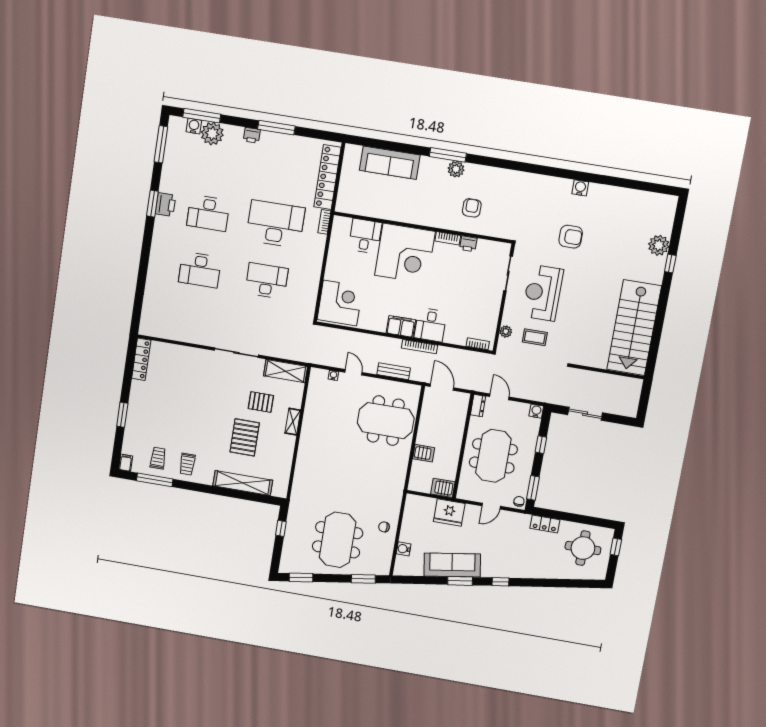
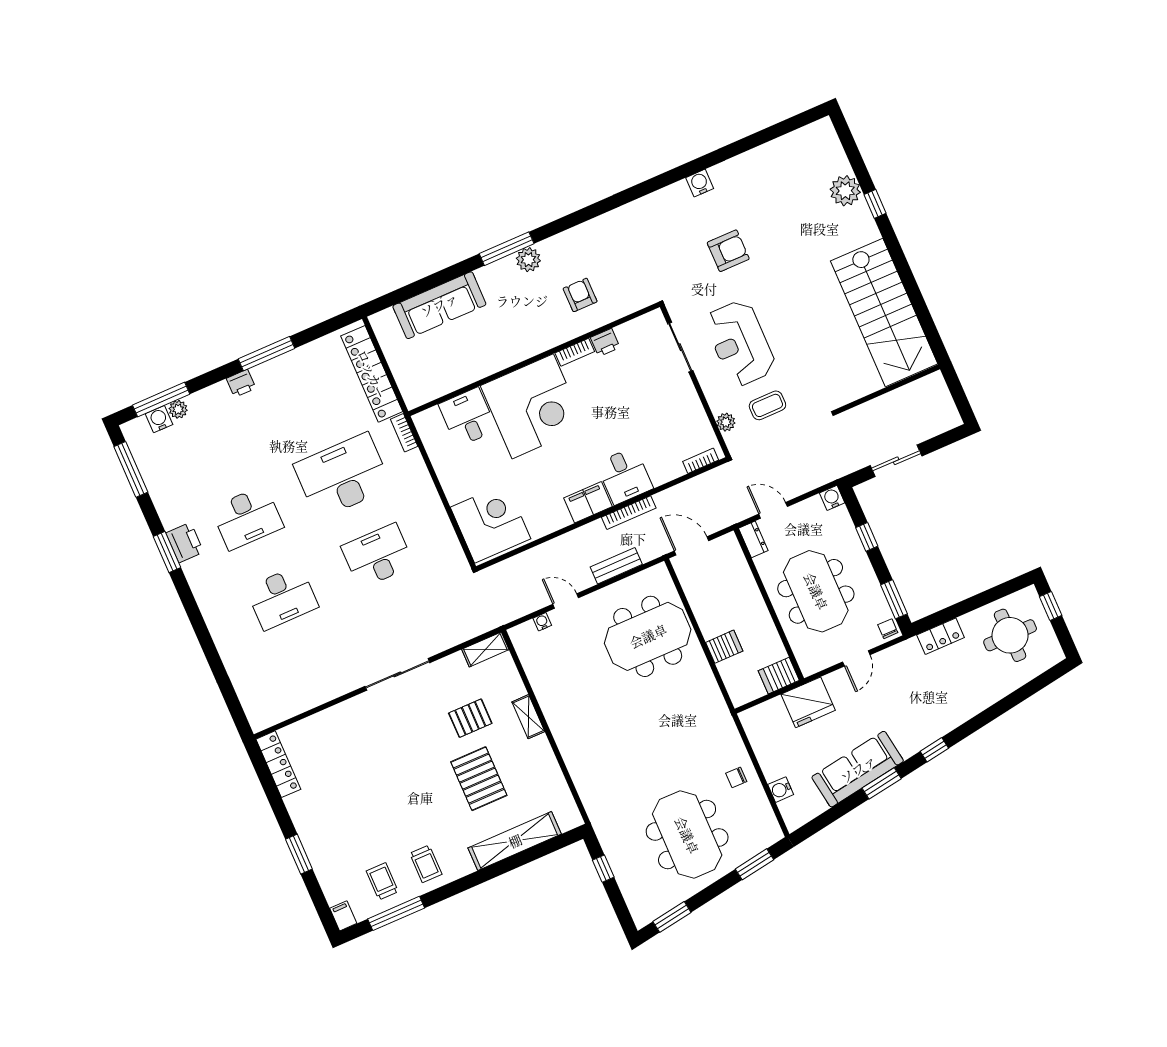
plant: (212, 134) -> (178, 409), width x0.53, depth x0.53
shelving: (286, 371) -> (485, 649), width x0.67, depth x0.75

